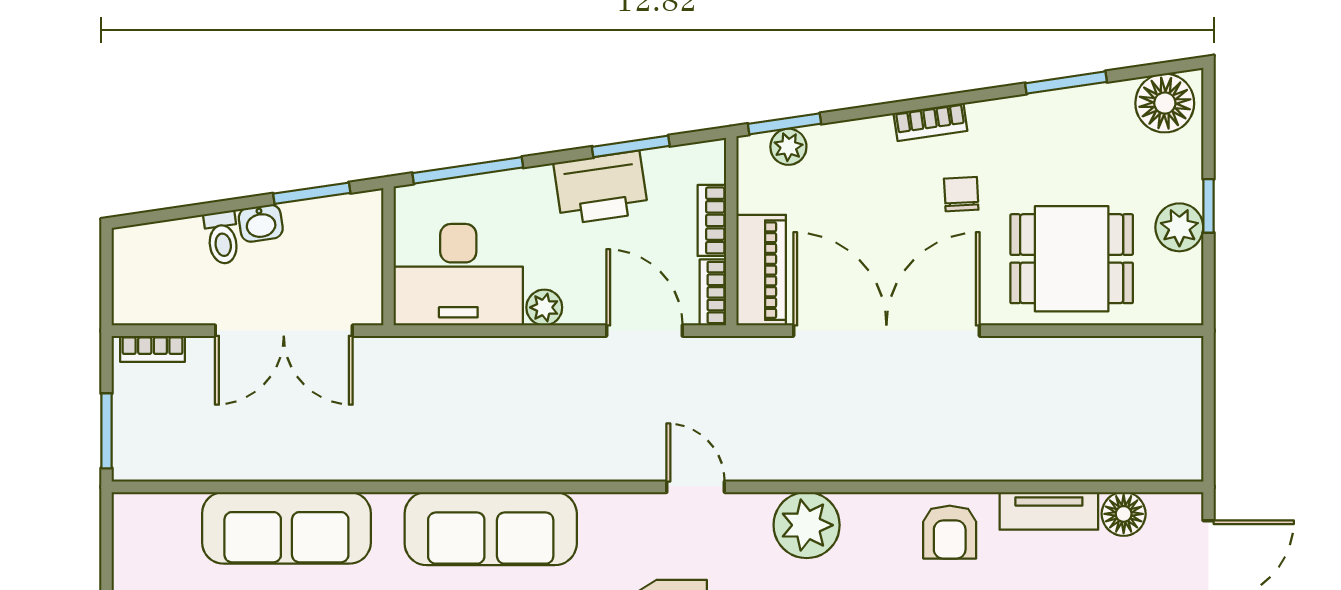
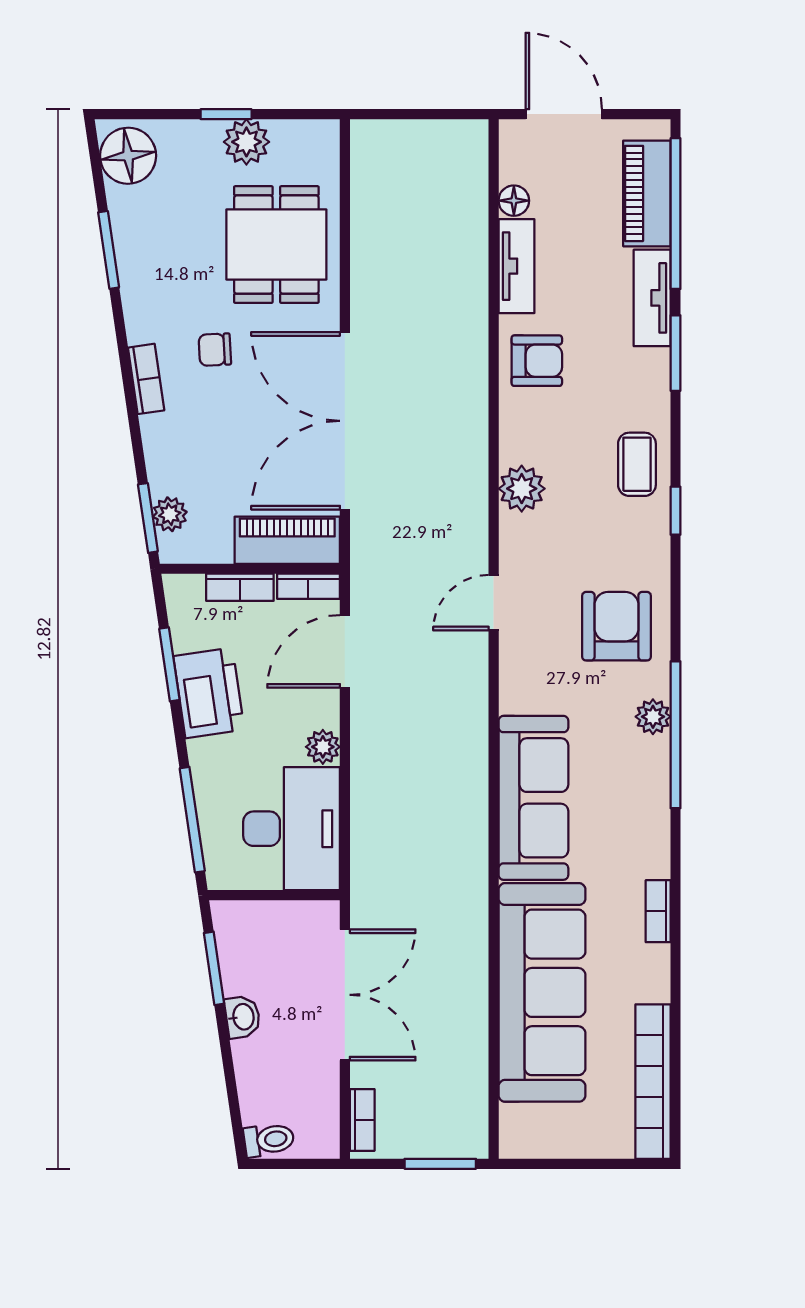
toilet: (222, 238) -> (269, 1140), moved
floor lamp: (1124, 514) -> (514, 201), width x0.73, depth x0.73
plant: (807, 525) -> (522, 489), width x0.73, depth x0.73
sofa: (286, 528) -> (542, 992), width x1.36, depth x1.27

